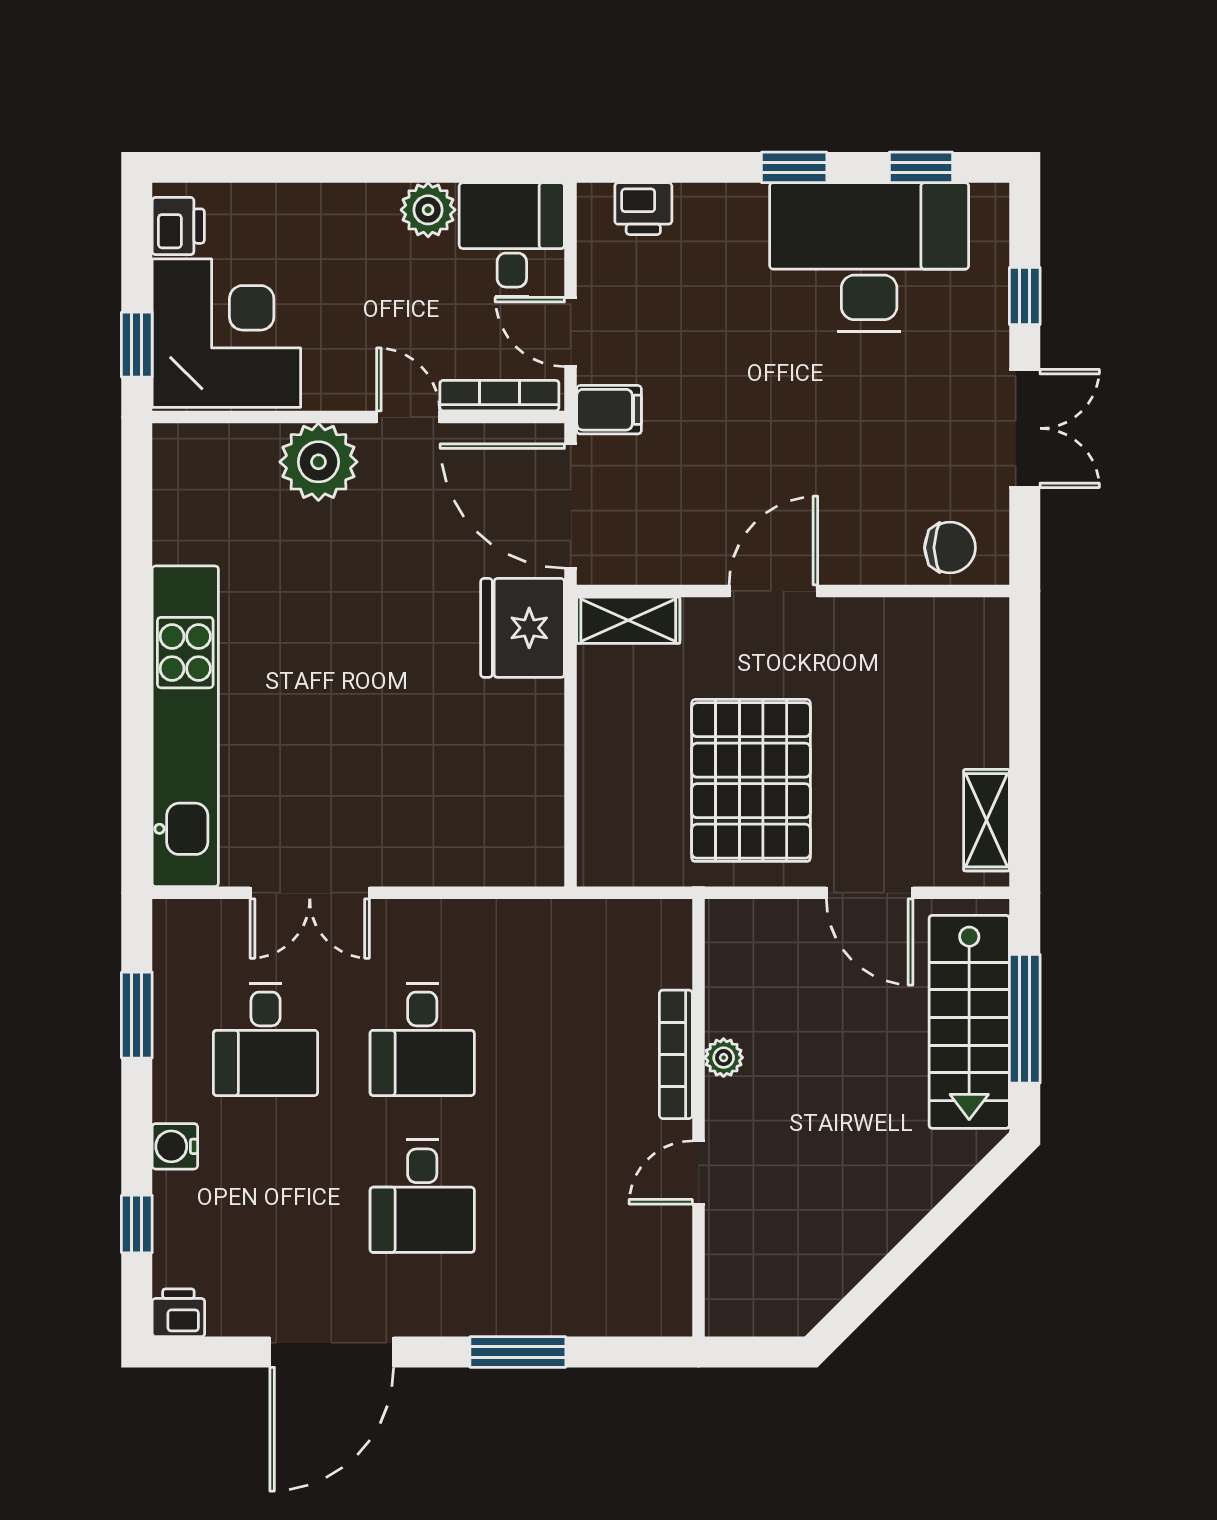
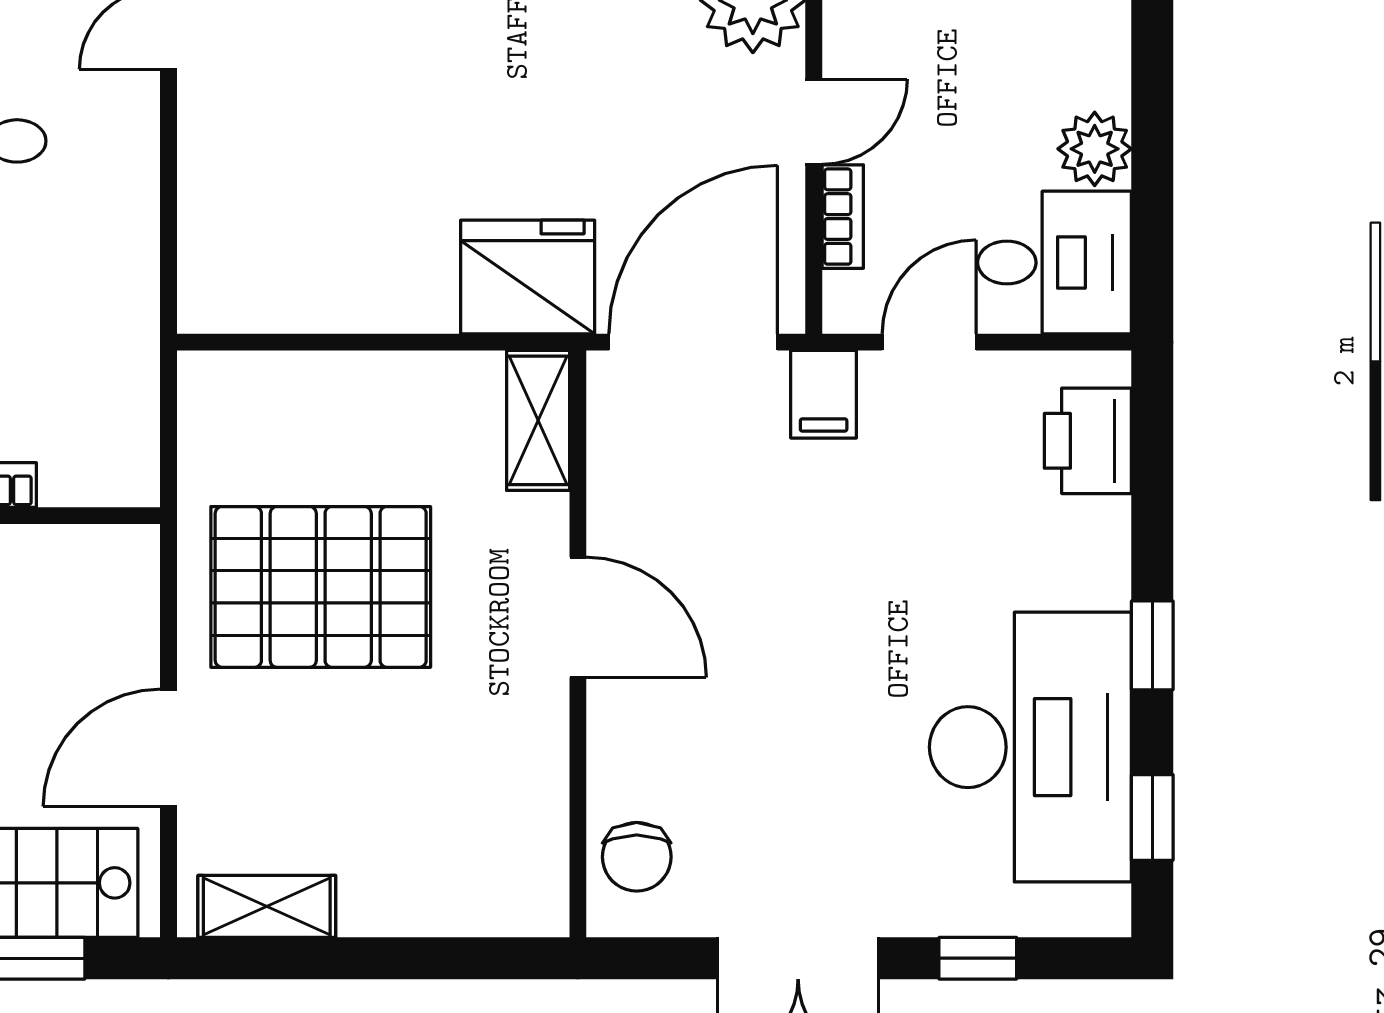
printer: (643, 209) -> (1088, 441), width x1.36, depth x1.24
bookcase: (499, 396) -> (843, 217), width x0.64

